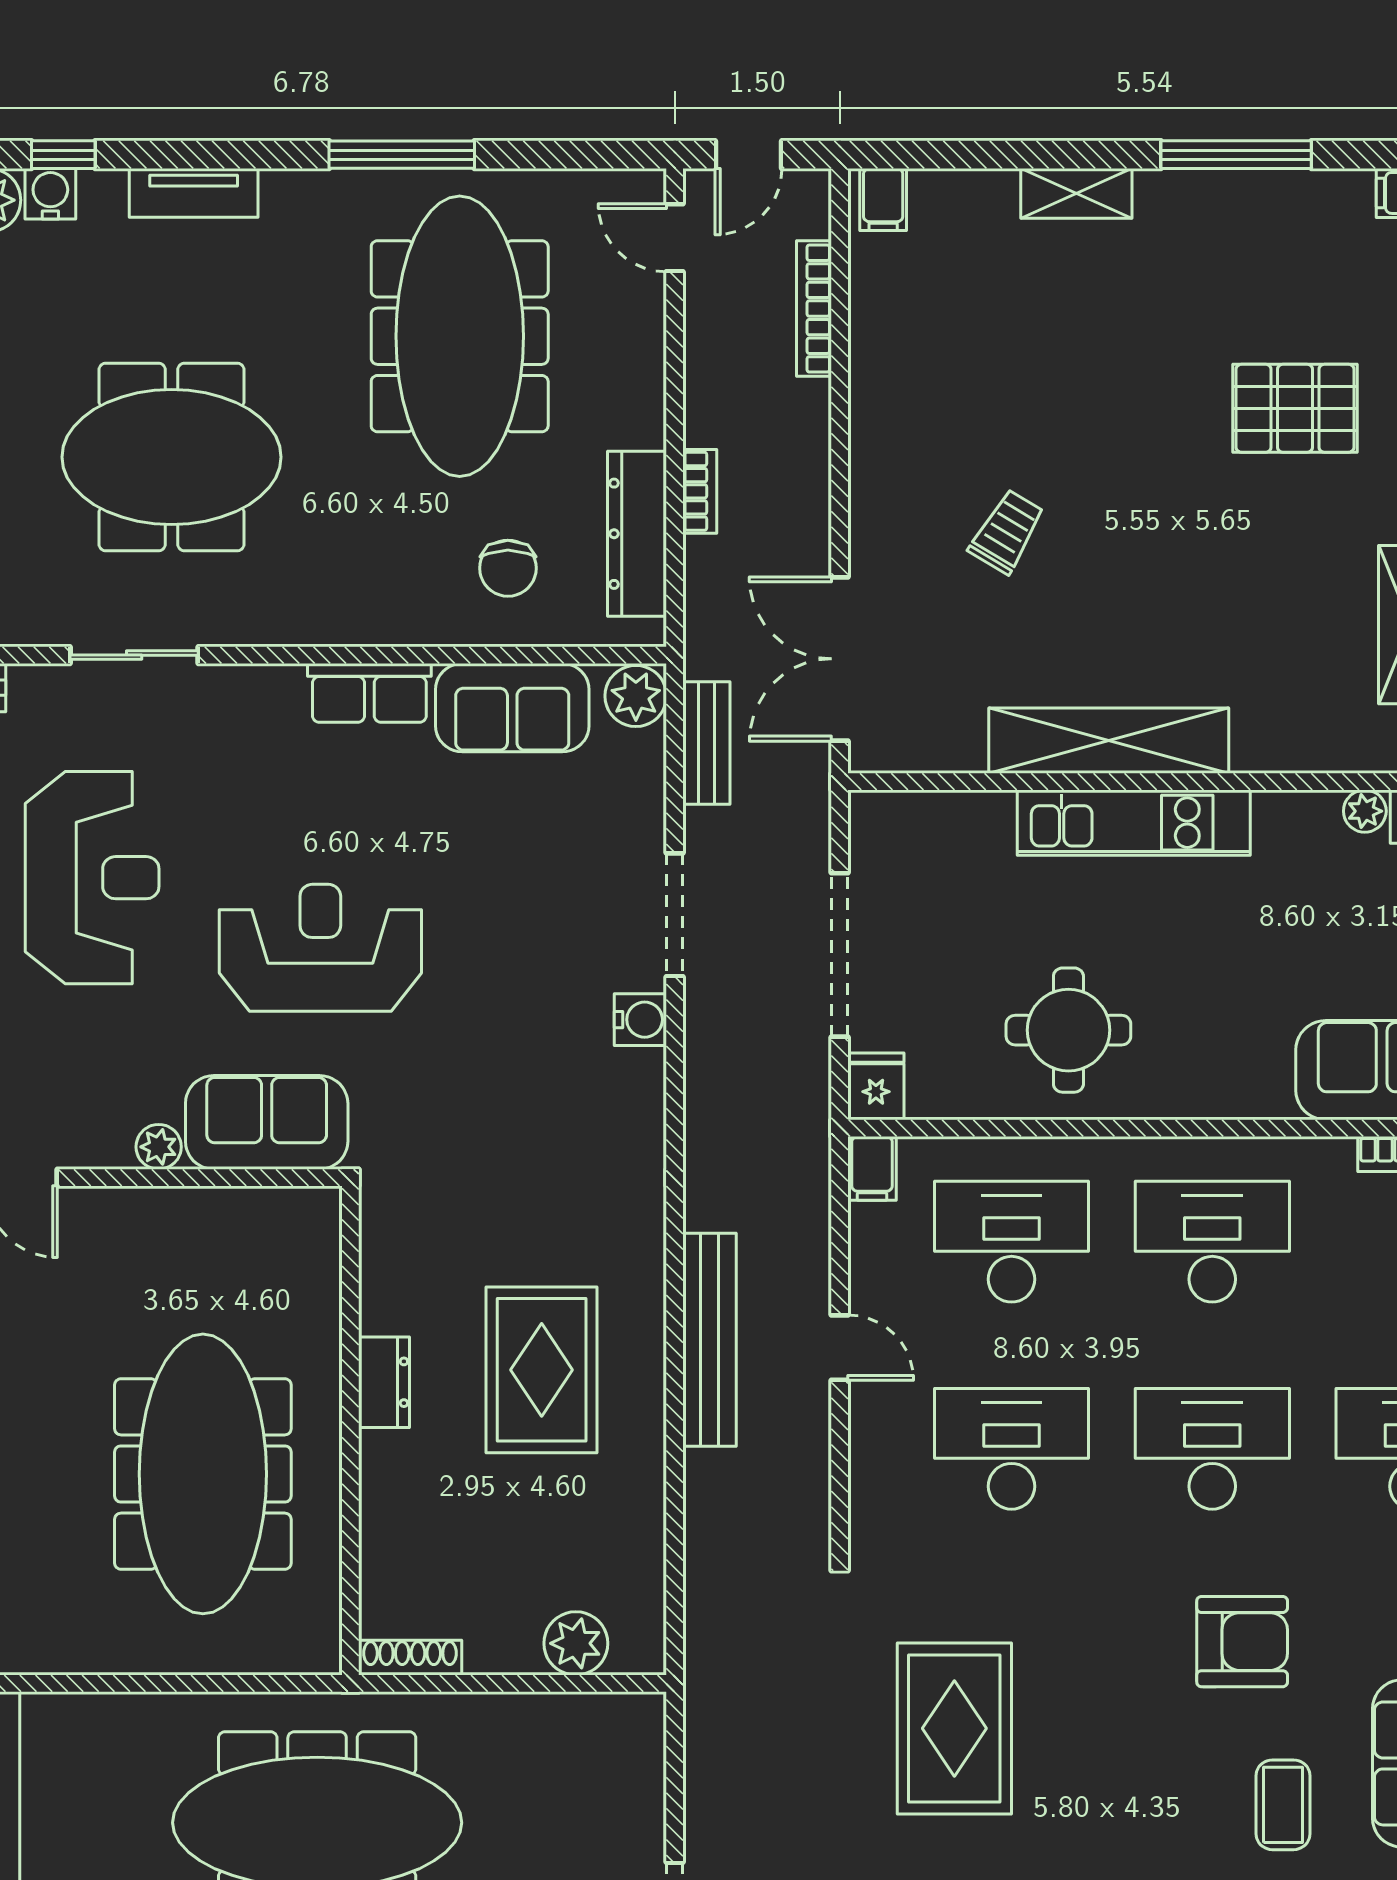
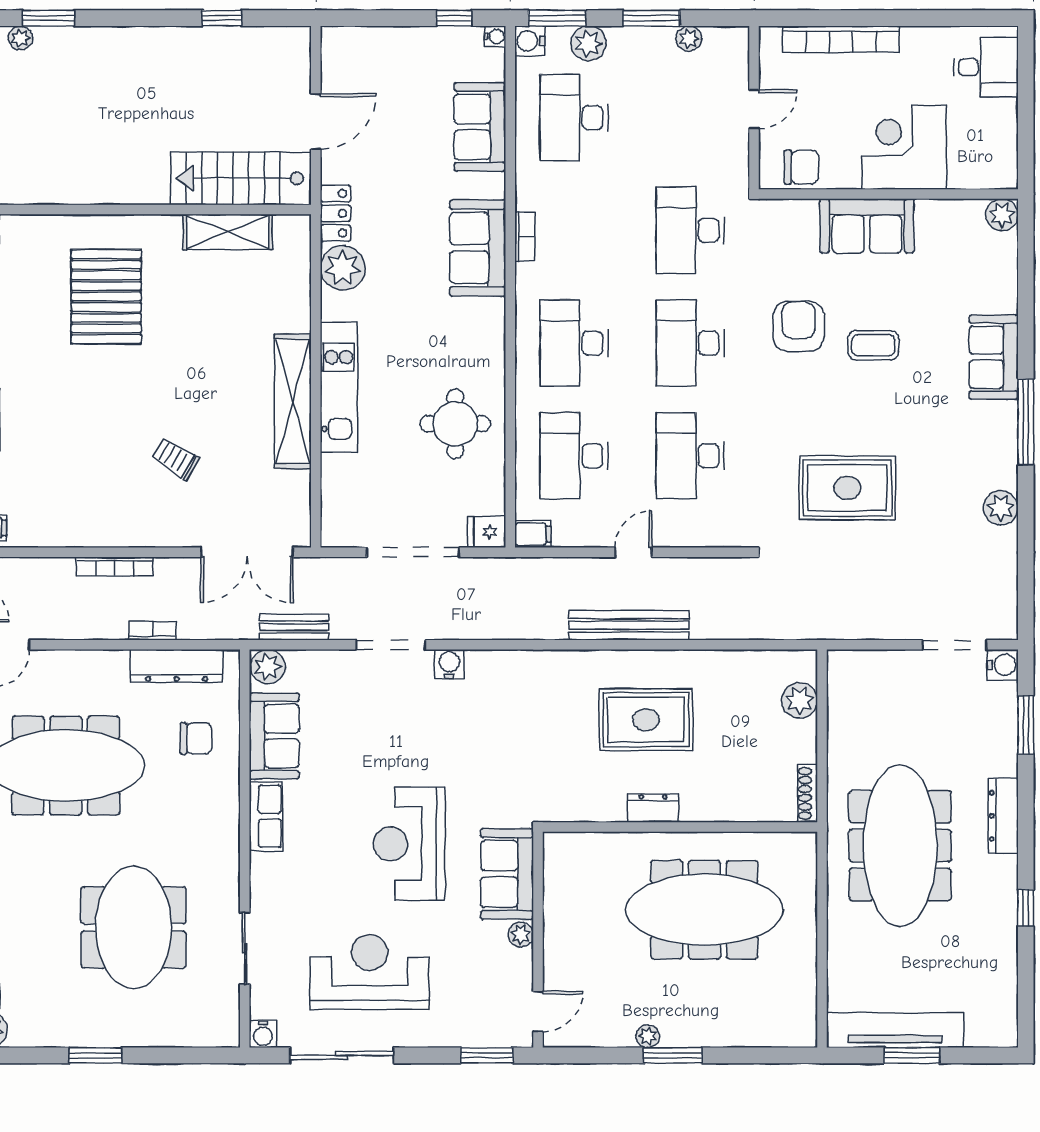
bookcase: (814, 309) -> (115, 567), moved
pallet: (1295, 408) -> (106, 297), width x1.37, depth x1.41
plant: (1365, 811) -> (343, 268), width x1.88, depth x1.88
coffee table: (1283, 1805) -> (873, 345), moved

